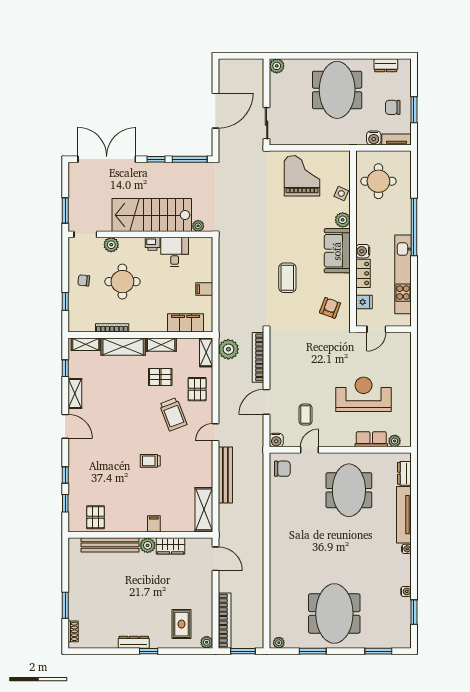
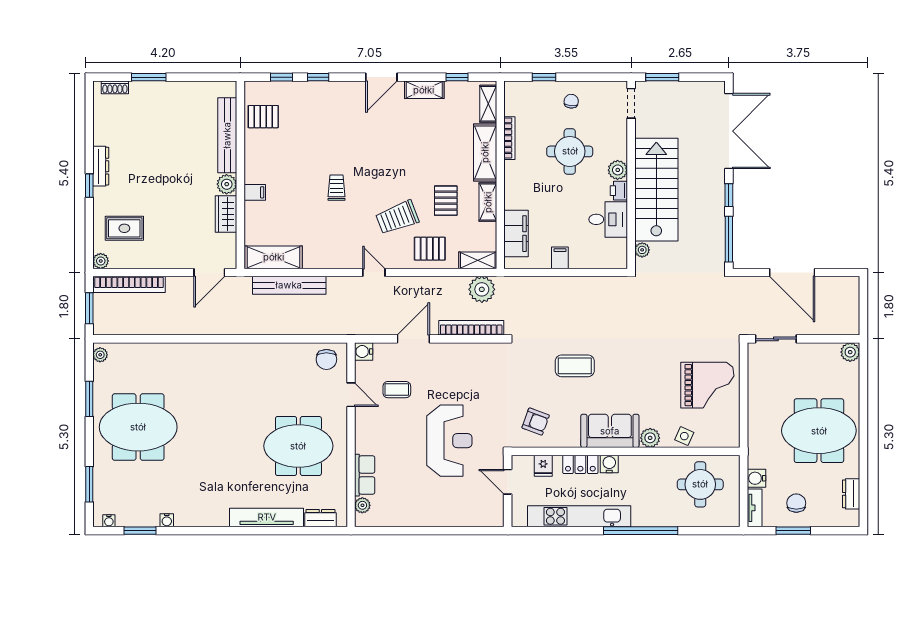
plant: (111, 245) -> (618, 170), moved
reception desk: (364, 394) -> (449, 441), moved
door: (267, 402) -> (413, 339), hinge flipped
bench: (225, 475) -> (289, 285), moved
water cooler: (406, 549) -> (109, 521), moved

